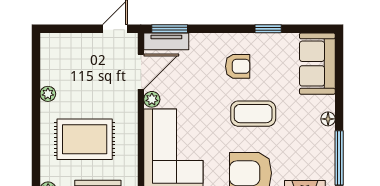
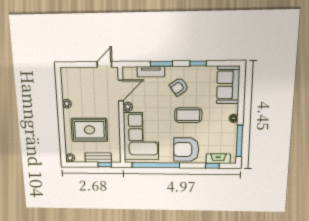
window: (170, 29) -> (161, 64), moved
tv unit: (166, 41) -> (151, 72), moved
armchair: (238, 66) -> (179, 87), turned 146

